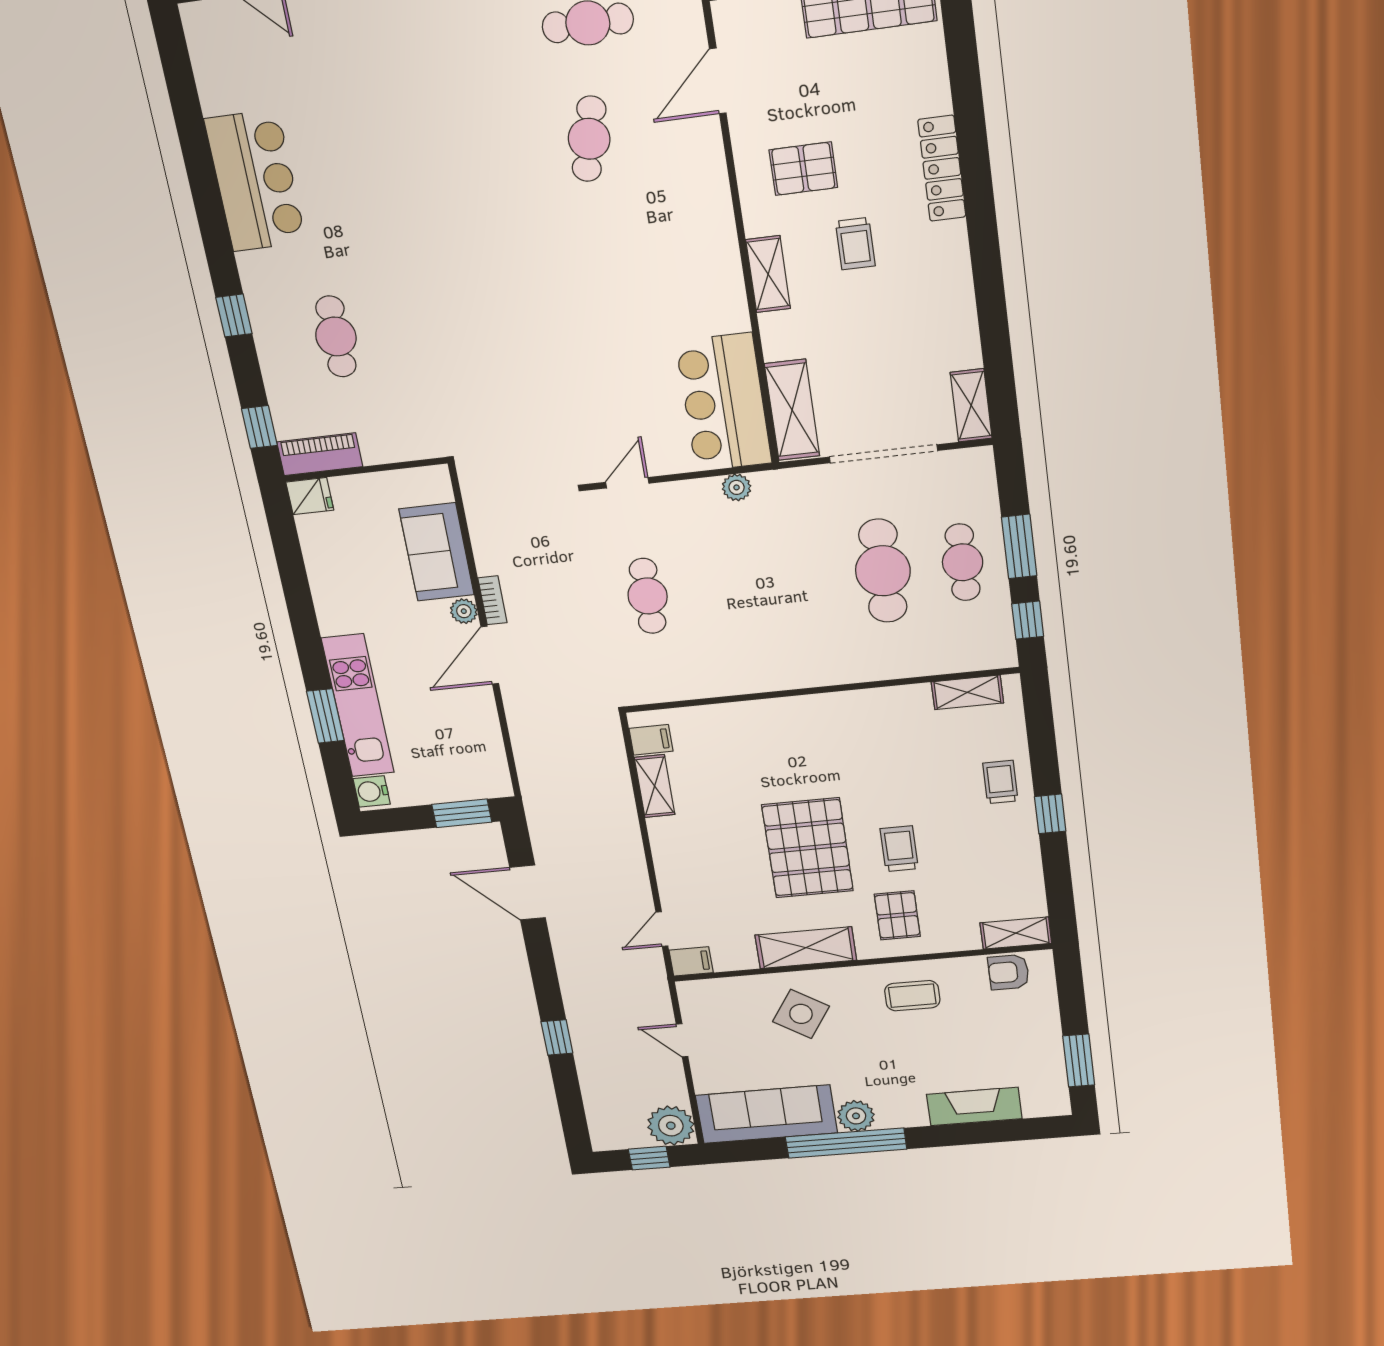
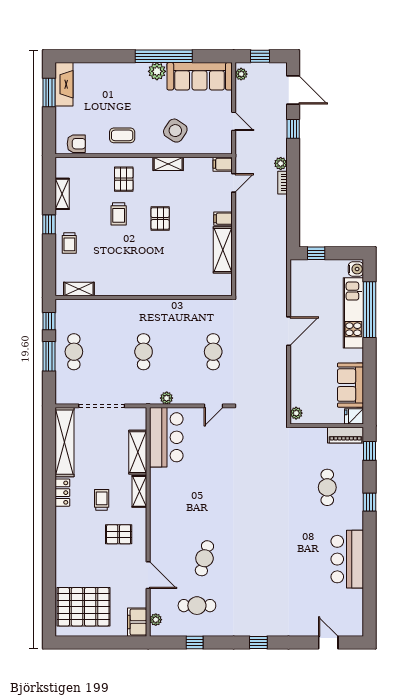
door: (718, 81) -> (148, 575), hinge flipped
locker: (942, 168) -> (62, 493), moved, width x0.66
shelving: (971, 405) -> (64, 442), width x2.20, depth x1.33
shelving: (792, 410) -> (138, 452), moved
sofa: (437, 552) -> (350, 385), moved, turned 180
cafe table: (883, 571) -> (144, 352), moved, width x0.73, depth x0.74
bookcase: (492, 600) -> (282, 183), moved
plant: (464, 611) -> (296, 413), moved
window: (325, 716) -> (369, 310), width x2.11
filing cabinet: (651, 740) -> (223, 219), moved
shelving: (655, 786) -> (223, 250), width x1.50, depth x1.33
window: (462, 813) -> (316, 253), width x0.67
pallet: (808, 848) -> (160, 219), width x0.49, depth x0.50
door: (528, 893) -> (293, 90), moved
shelving: (1016, 933) -> (62, 194), moved, turned 90
shelving: (806, 948) -> (168, 164), width x0.67, depth x0.75
plant: (570, 973) -> (281, 163), added
fireplace: (974, 1106) -> (64, 84), moved, turned -90
plant: (671, 1126) -> (241, 74), width x0.53, depth x0.53

